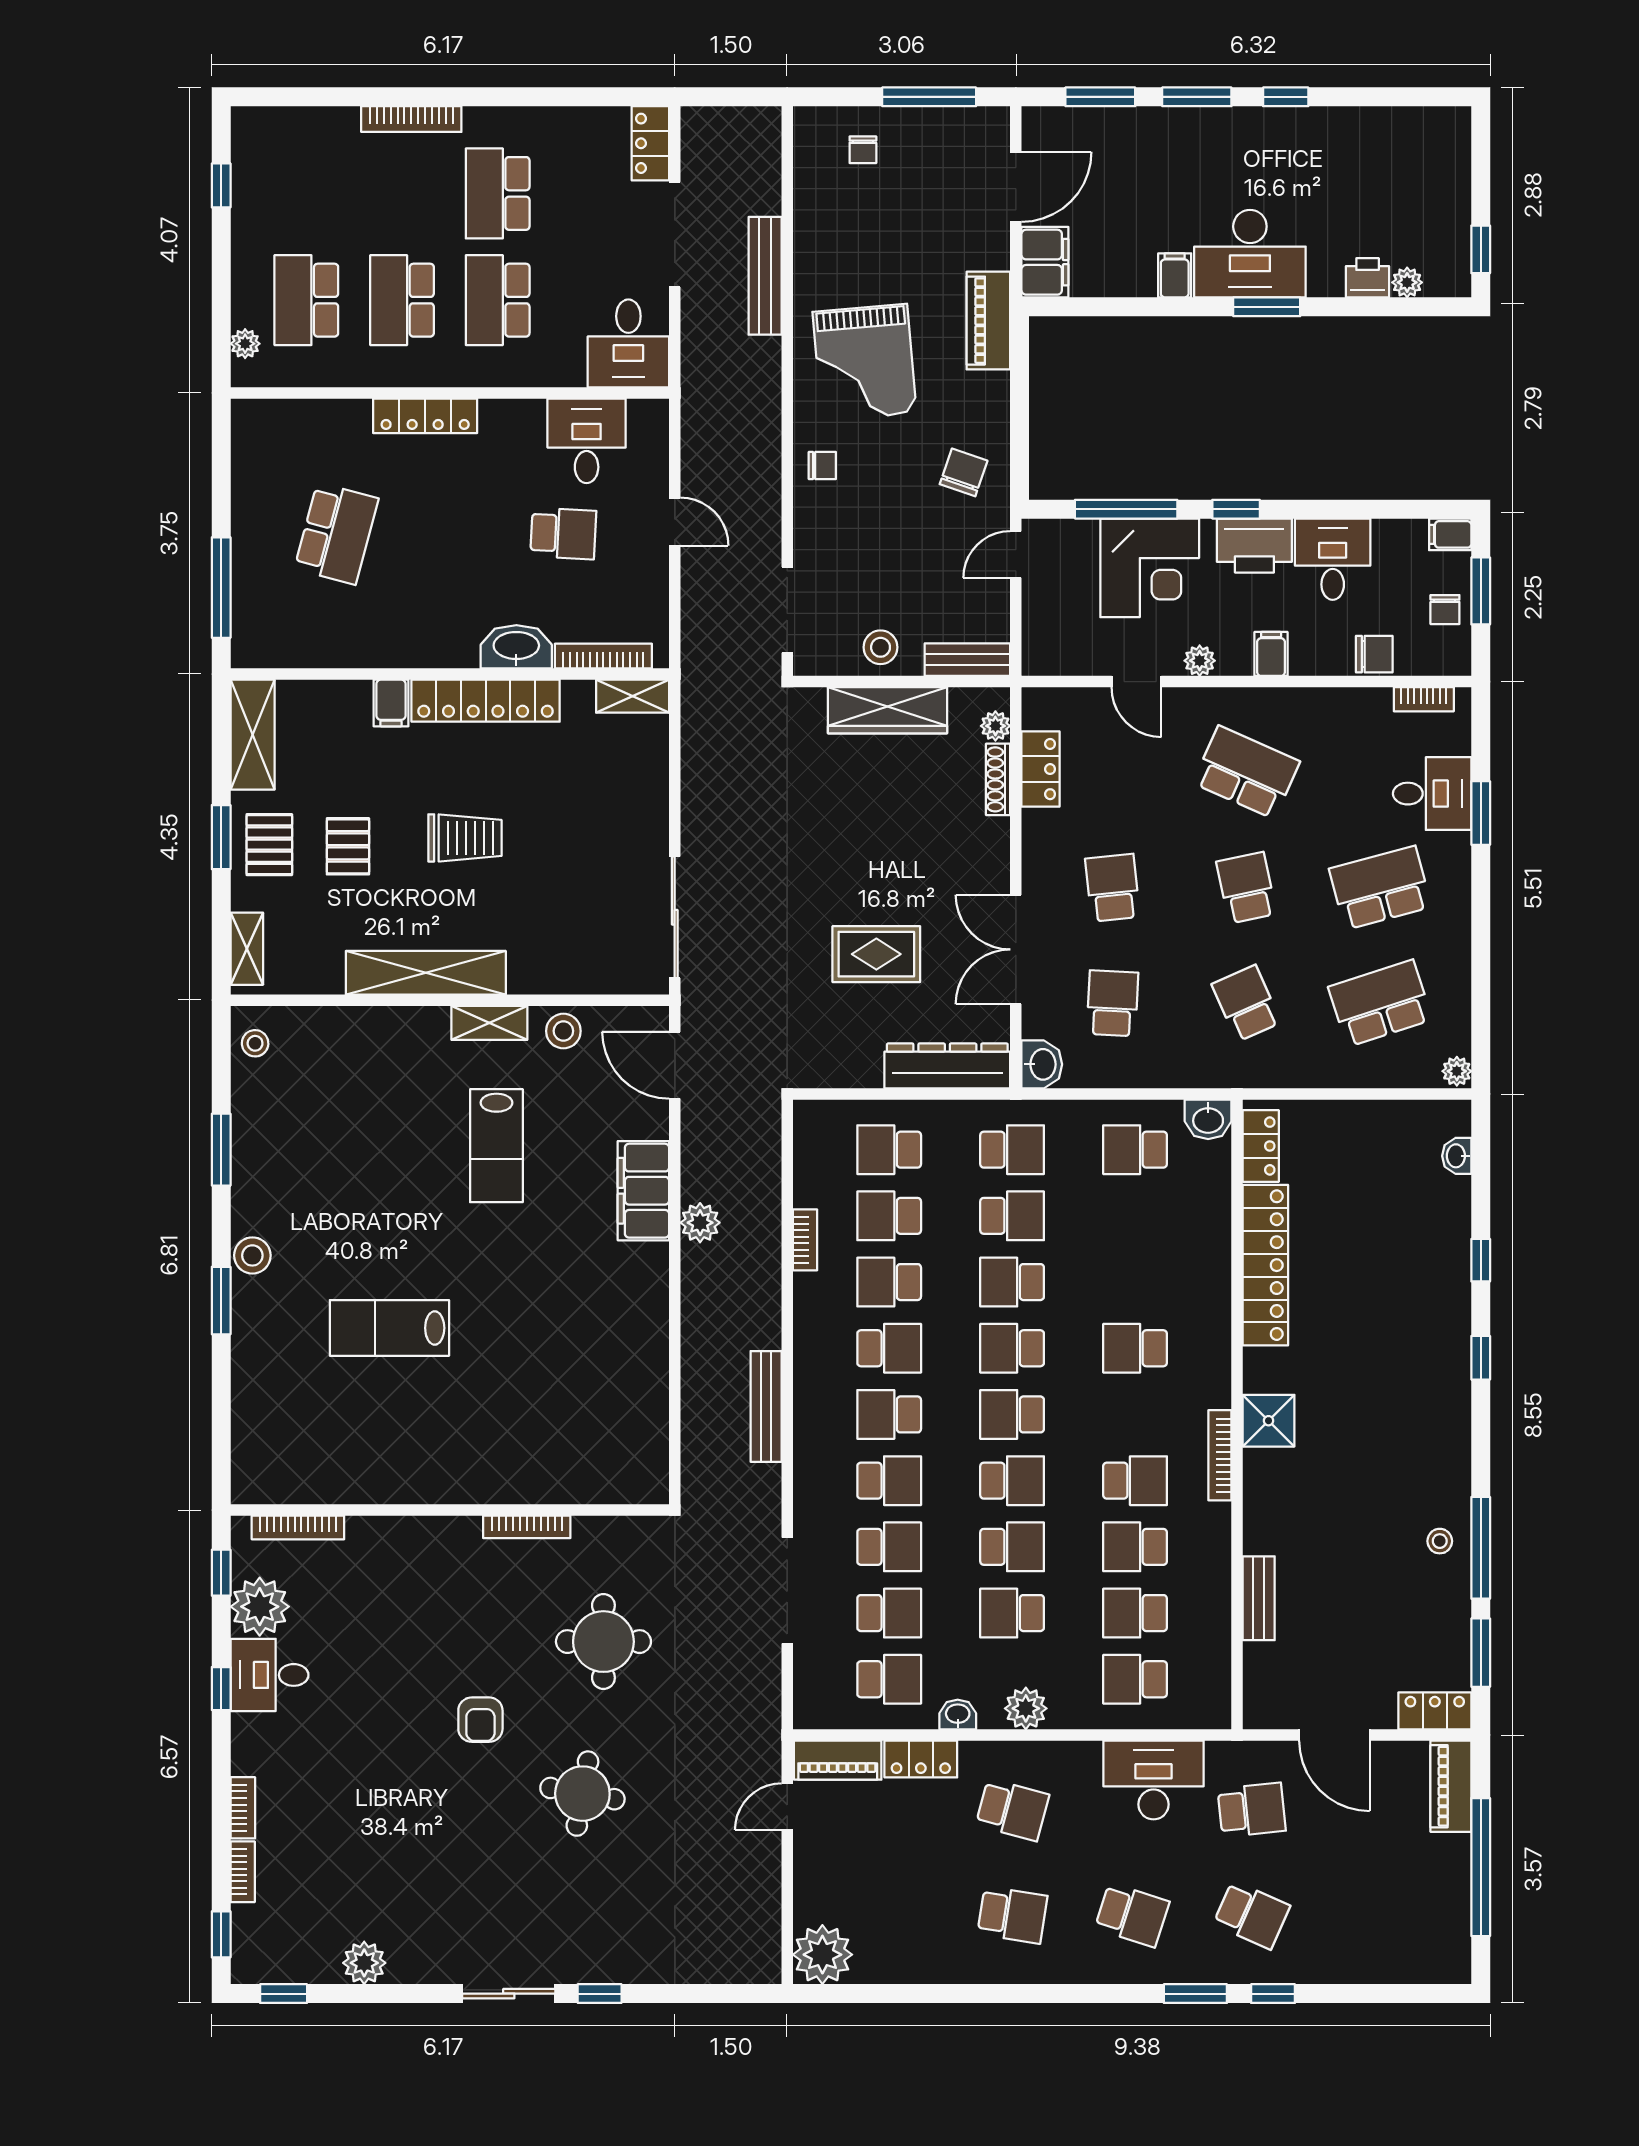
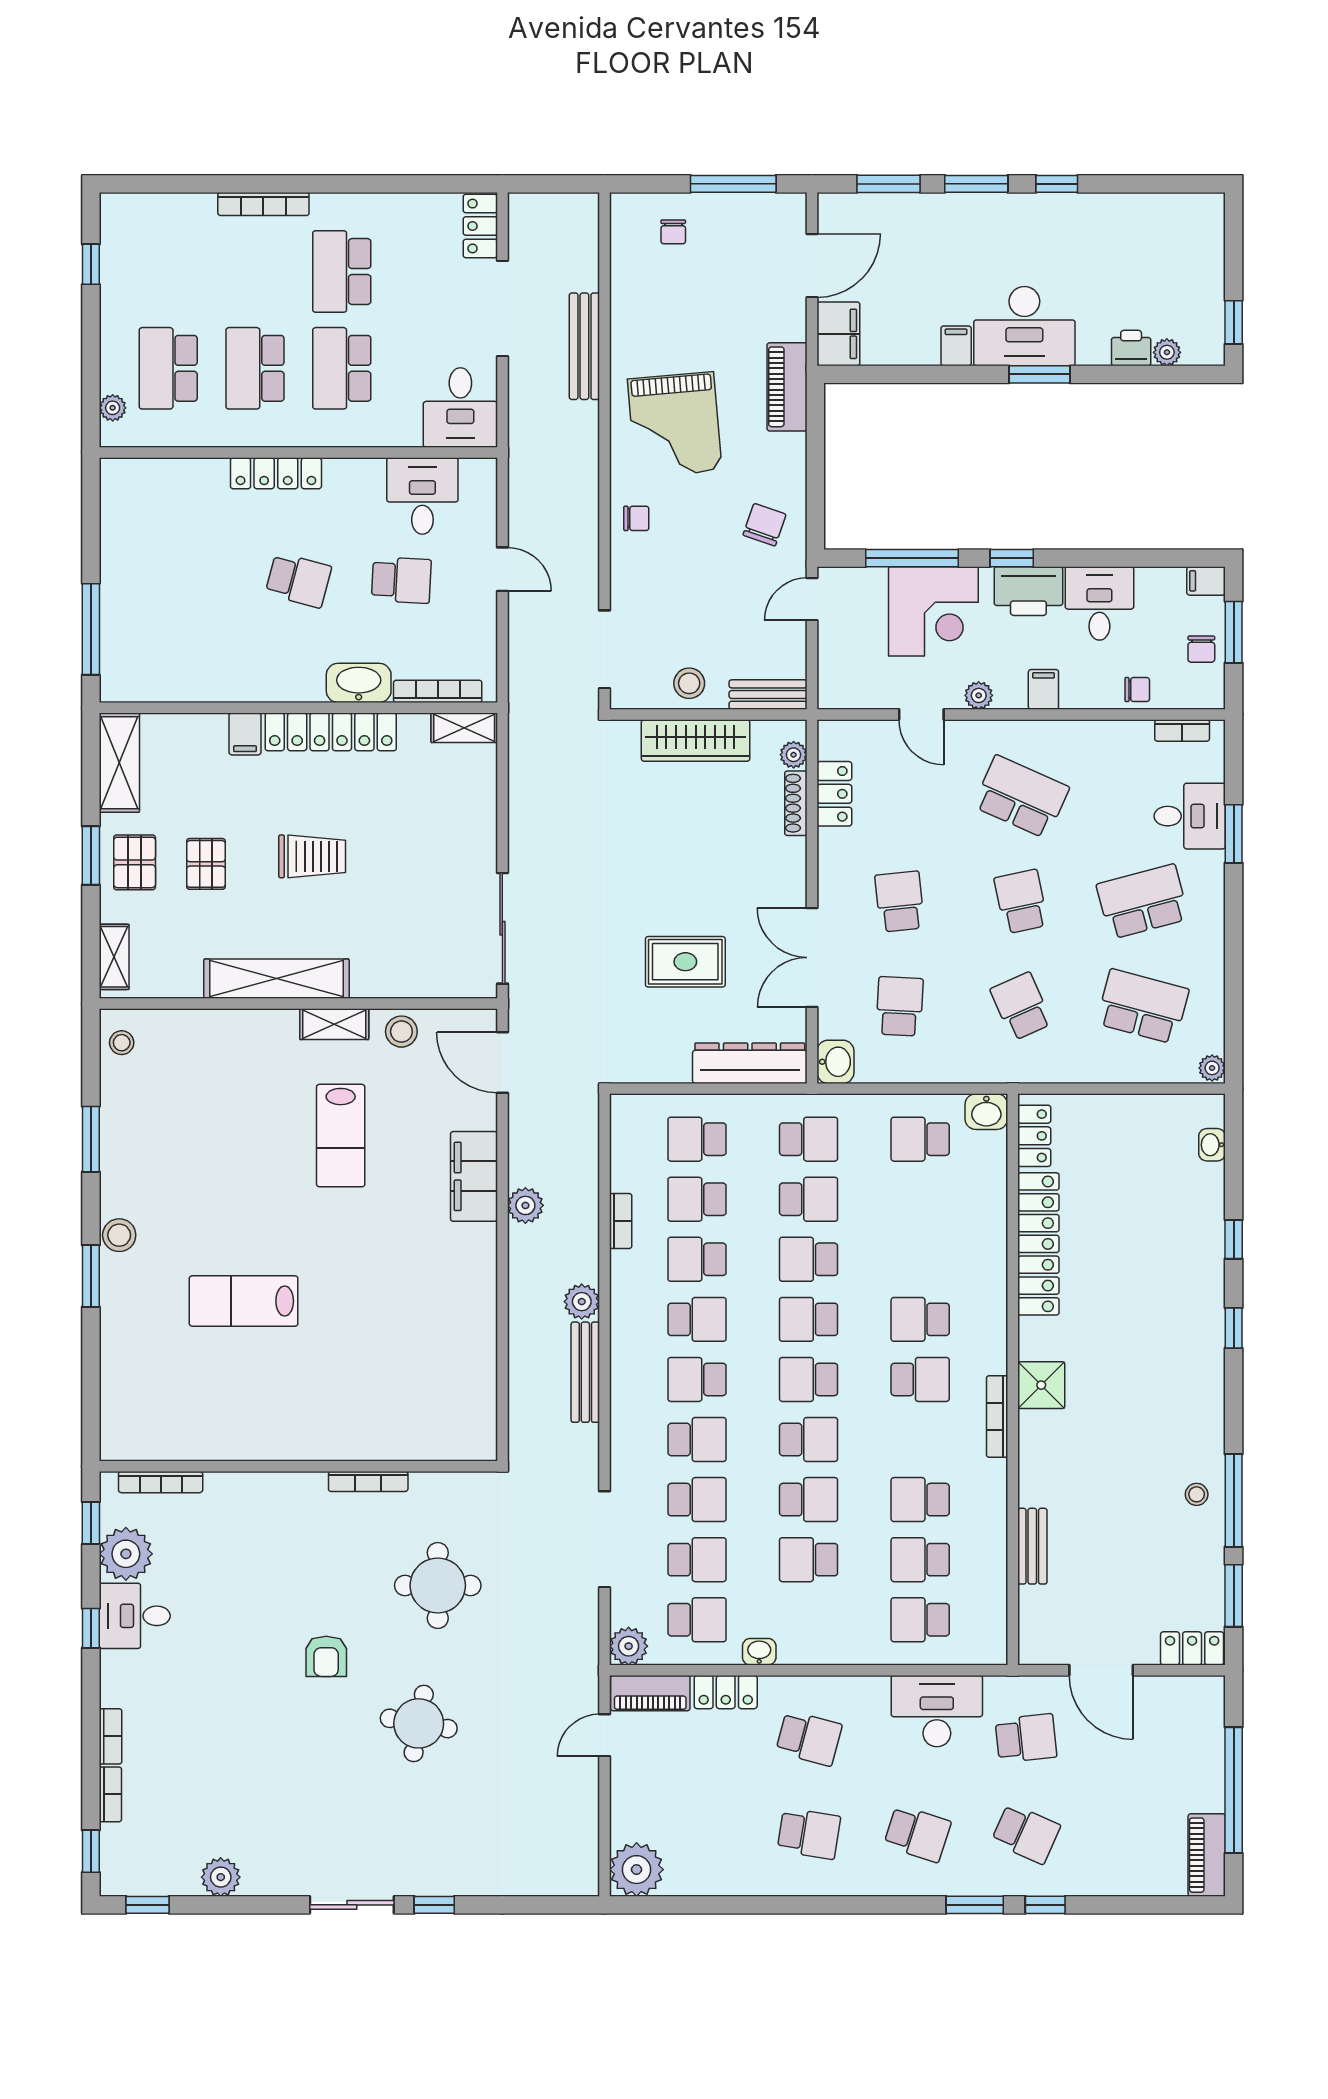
school desk: (336, 534) -> (298, 580), moved, width x0.54
chair: (1374, 654) -> (1137, 690), width x0.73, depth x0.73
school desk: (1380, 1003) -> (1143, 1006), turned 33
plant: (762, 1329) -> (582, 1302), added
school desk: (1135, 1481) -> (920, 1379), moved
plant: (1026, 1708) -> (629, 1646), moved
piano: (1451, 1786) -> (1207, 1855), moved

